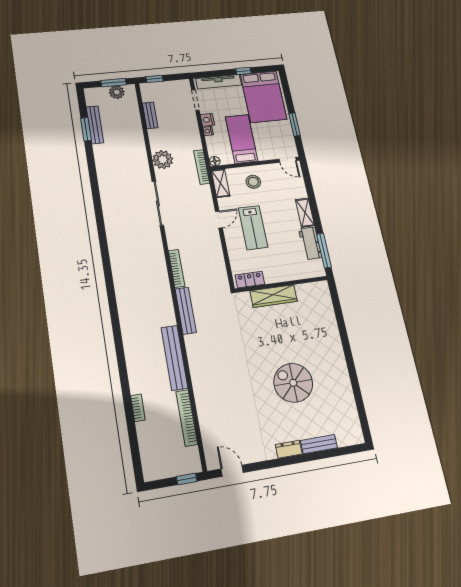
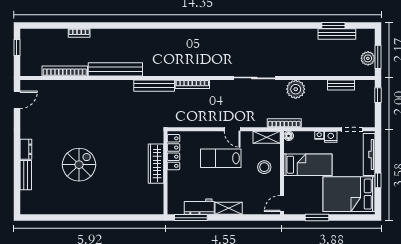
locker: (250, 280) -> (173, 152), width x1.53
window: (187, 479) -> (17, 48), moved

